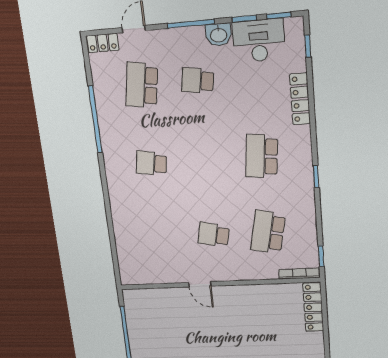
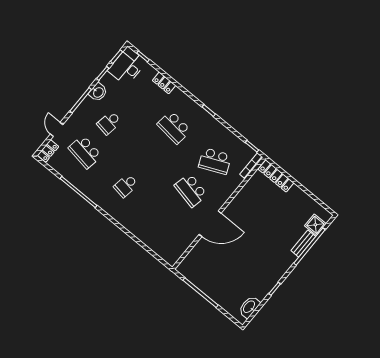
desk: (259, 41) -> (127, 66), moved
locker: (300, 99) -> (164, 83), width x0.66
school desk: (268, 232) -> (215, 161), turned -36
school desk: (214, 235) -> (191, 190), width x1.85
door: (200, 284) -> (210, 224), width x1.88

